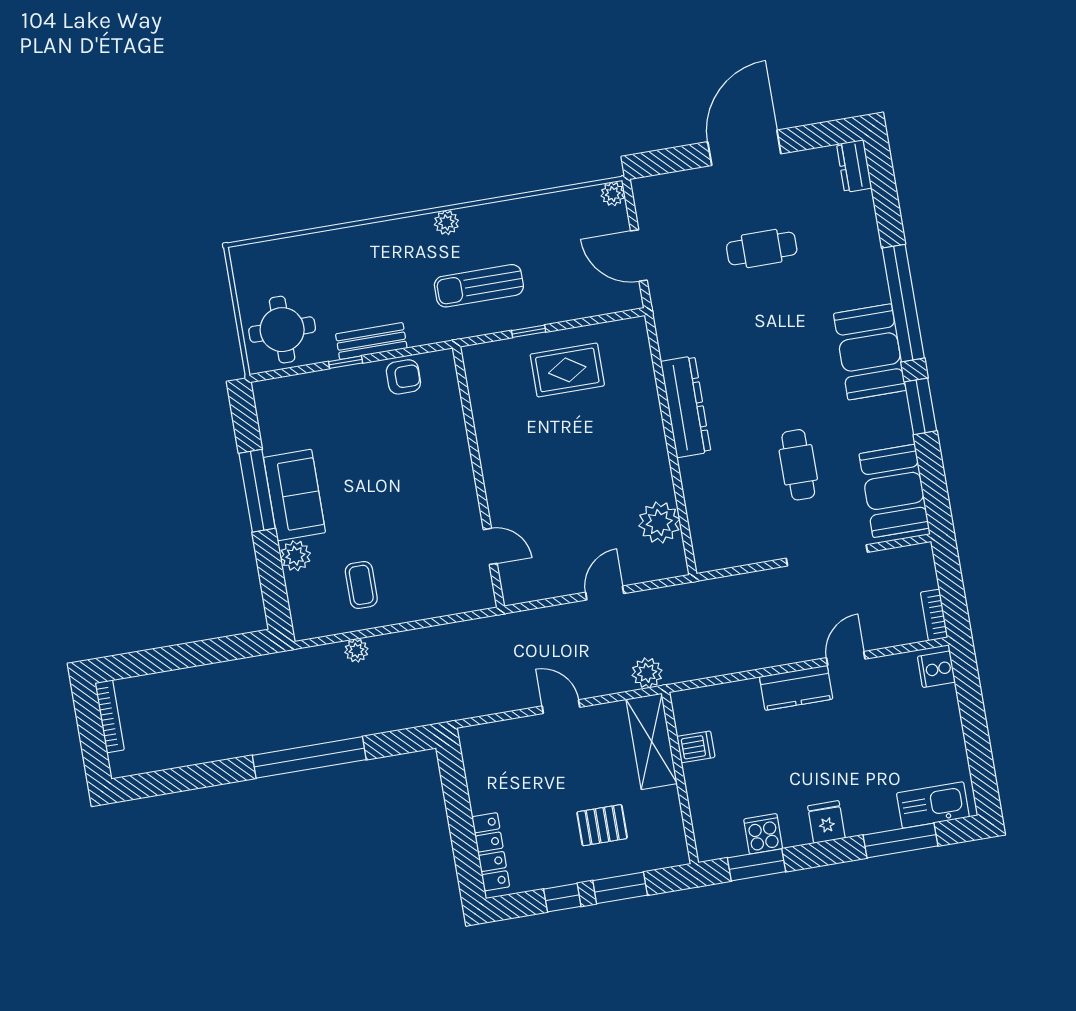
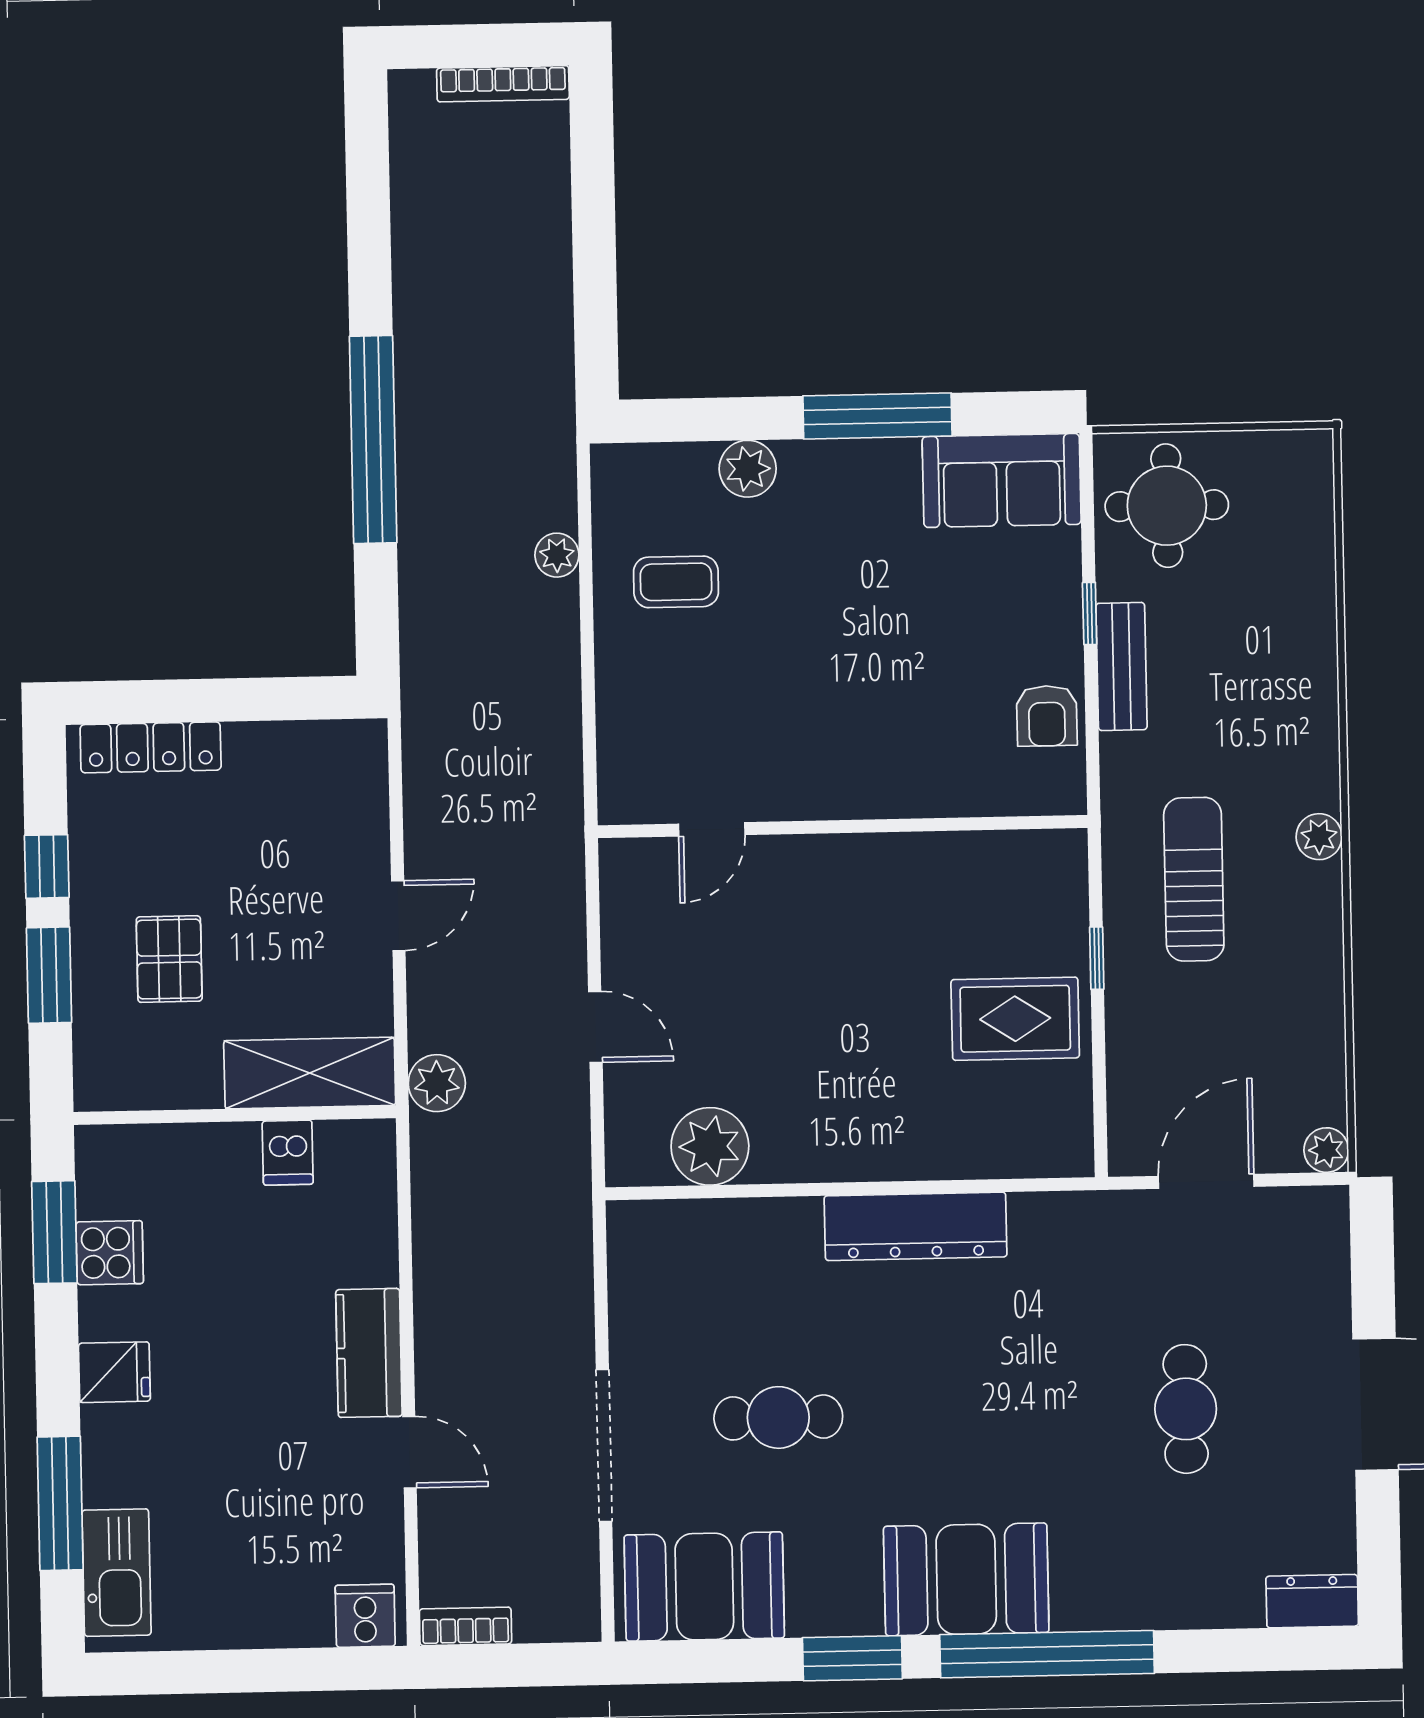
rug: (567, 370) -> (1015, 1019), turned 90
sofa: (294, 495) -> (1002, 480), moved

